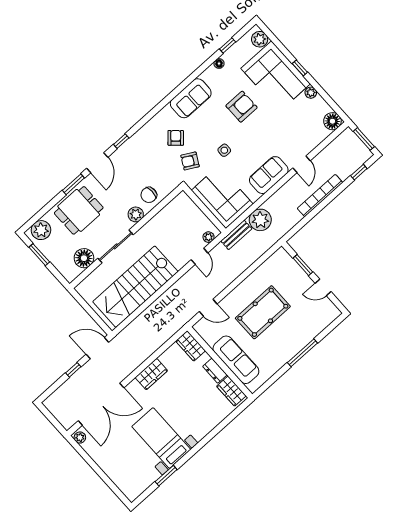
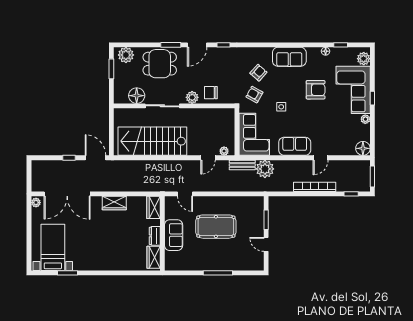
sofa: (236, 360) -> (174, 235), width x0.73
bed with nightstands: (161, 438) -> (53, 247), moved

